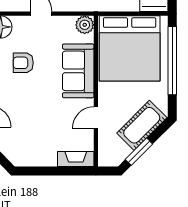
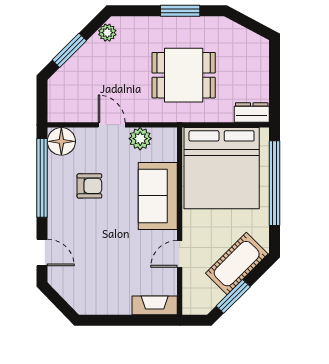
plant: (85, 25) -> (140, 139), moved
armchair: (23, 63) -> (89, 186), turned 180

